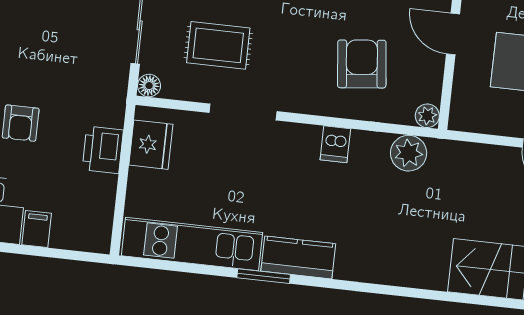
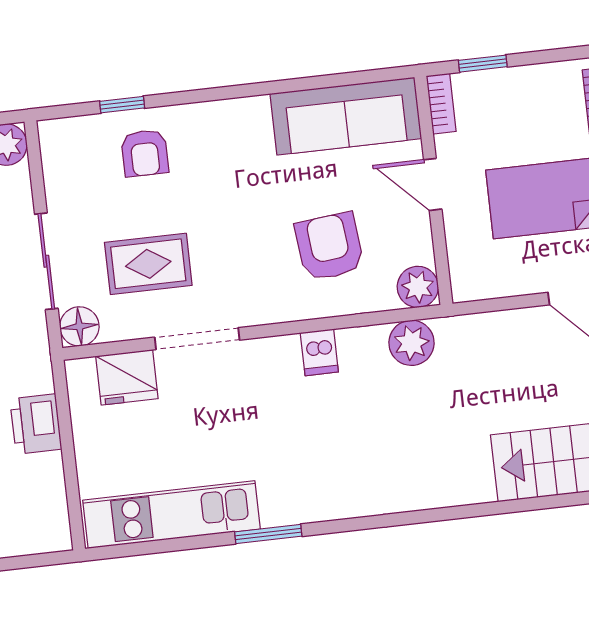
floor lamp: (149, 86) -> (79, 326), width x1.37, depth x1.37
plant: (427, 116) -> (418, 287), width x1.38, depth x1.38
fridge: (151, 145) -> (127, 377), moved, turned 90
kitchen counter: (298, 257) -> (305, 501), removed

